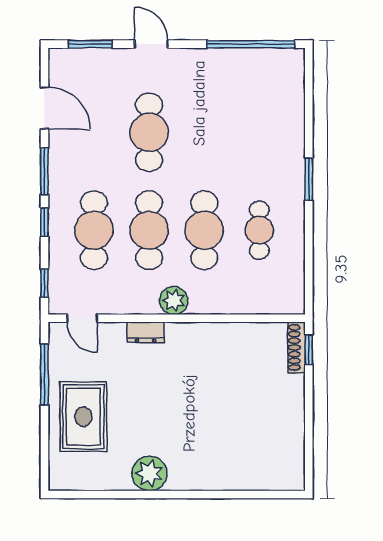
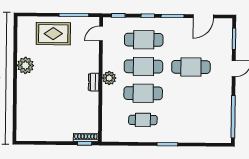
dresser: (146, 332) -> (94, 82), moved

